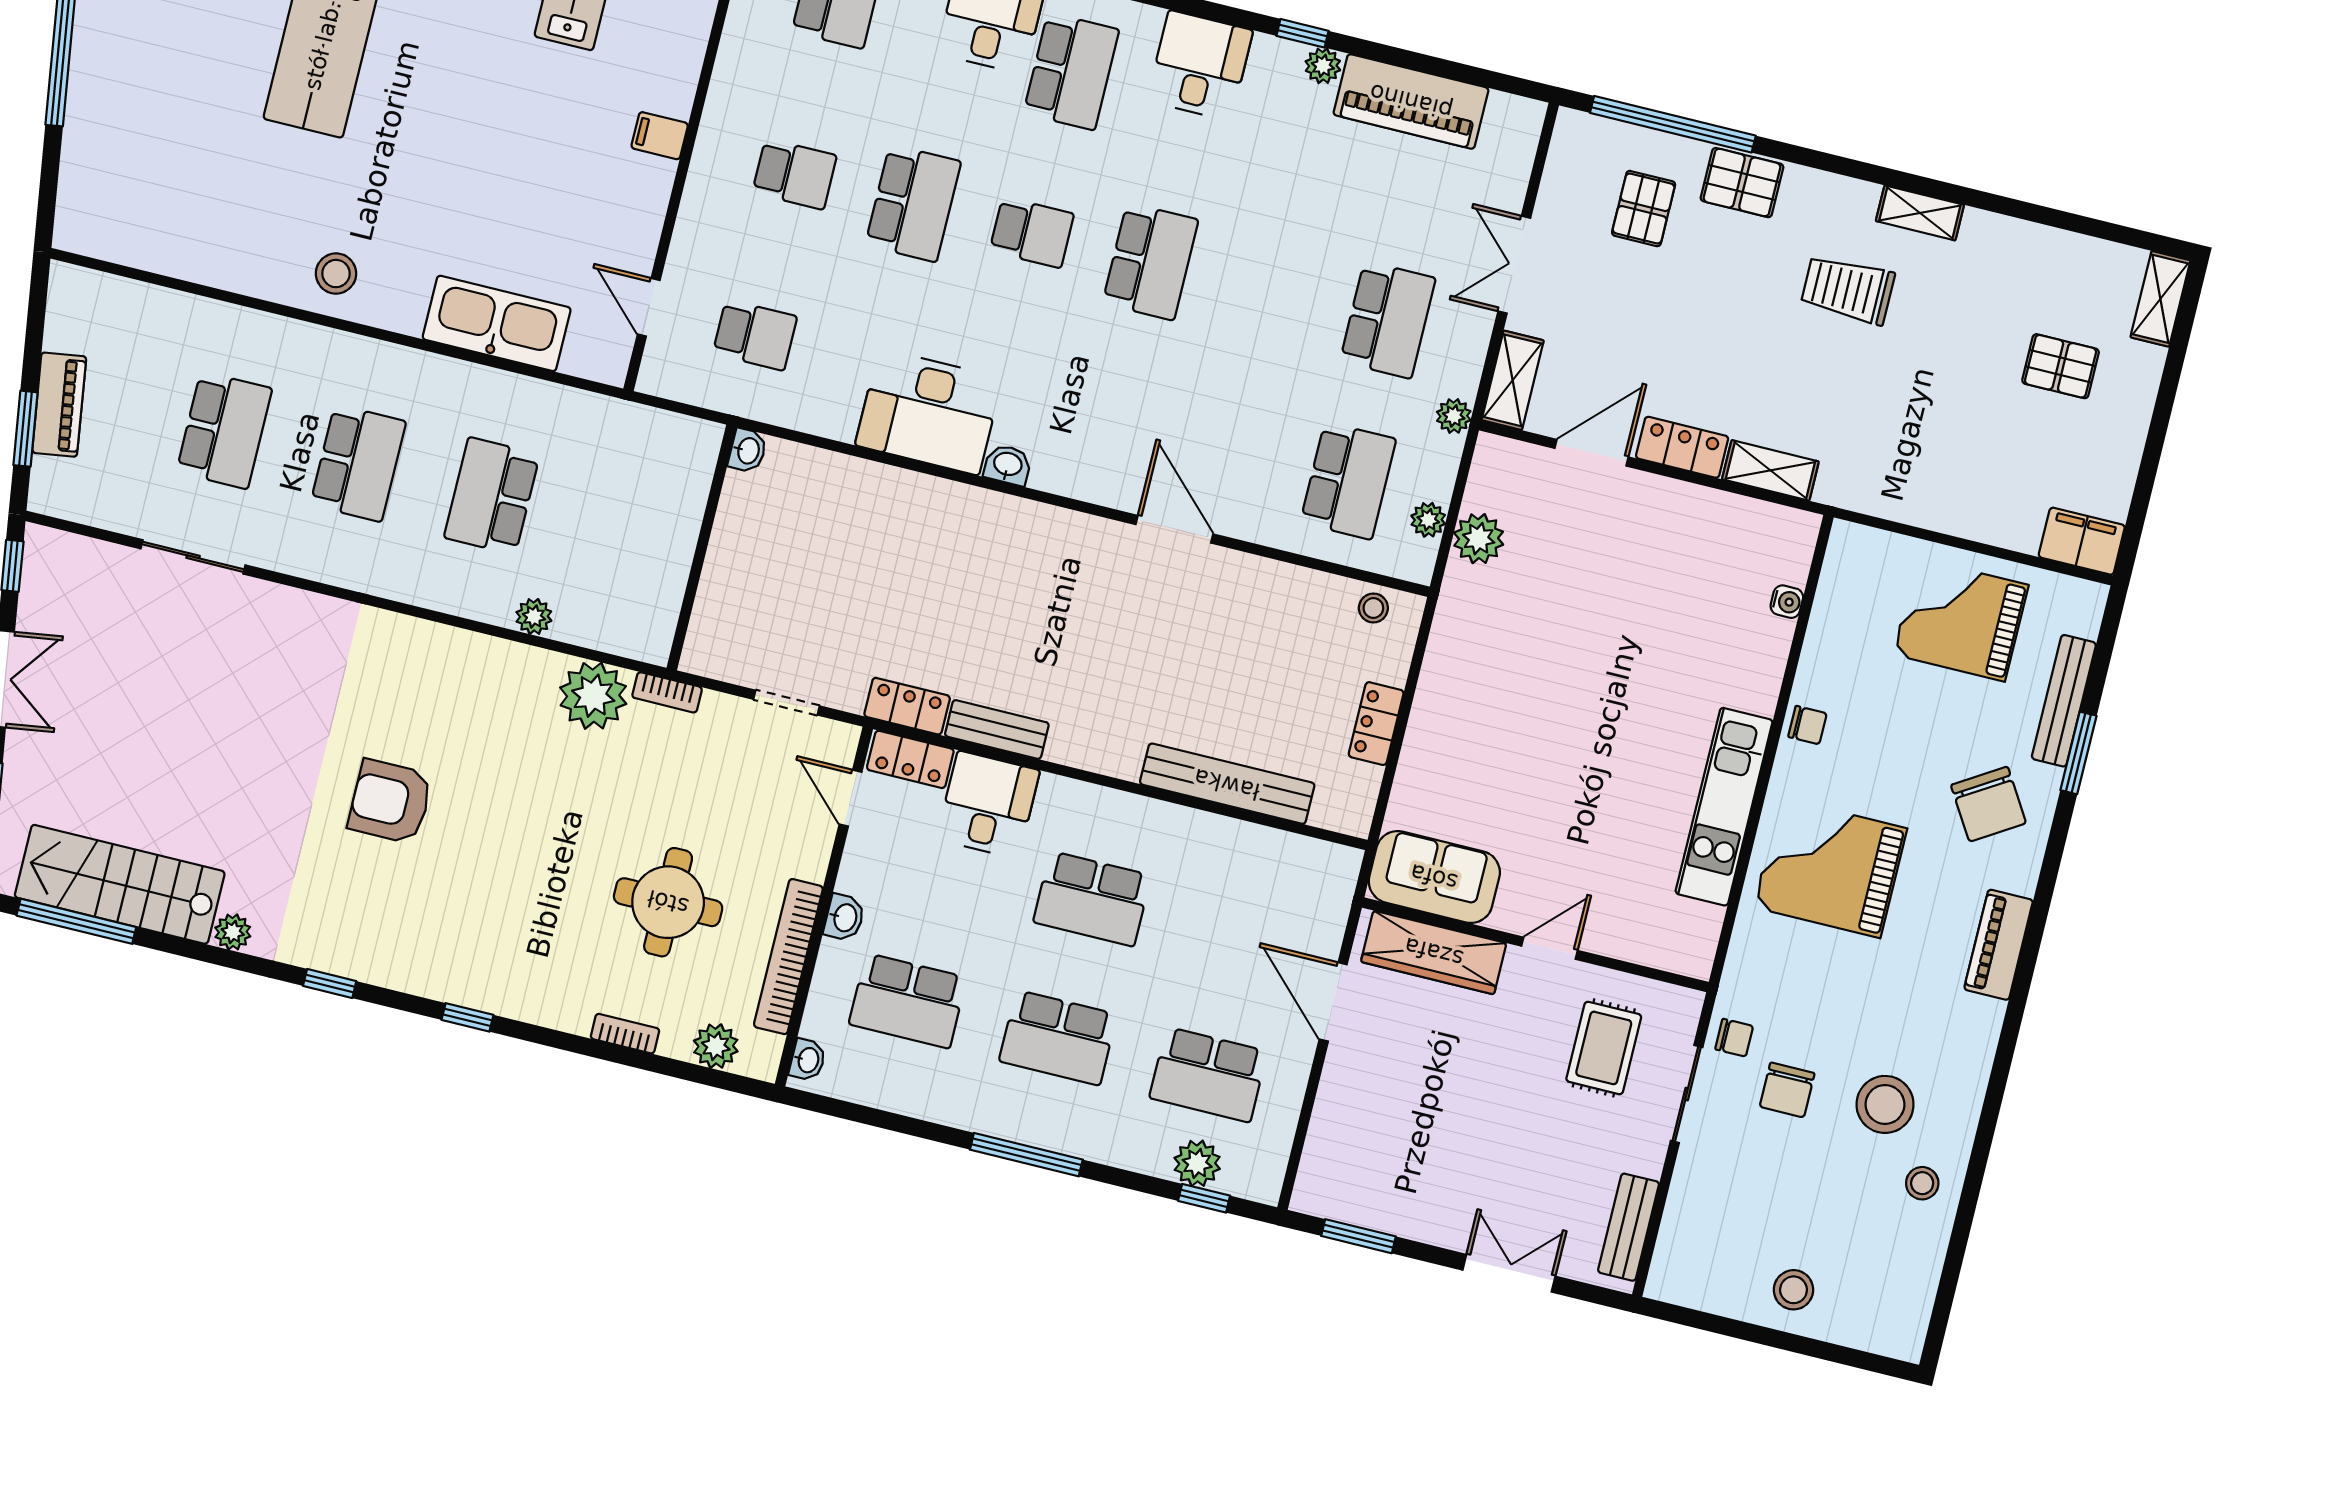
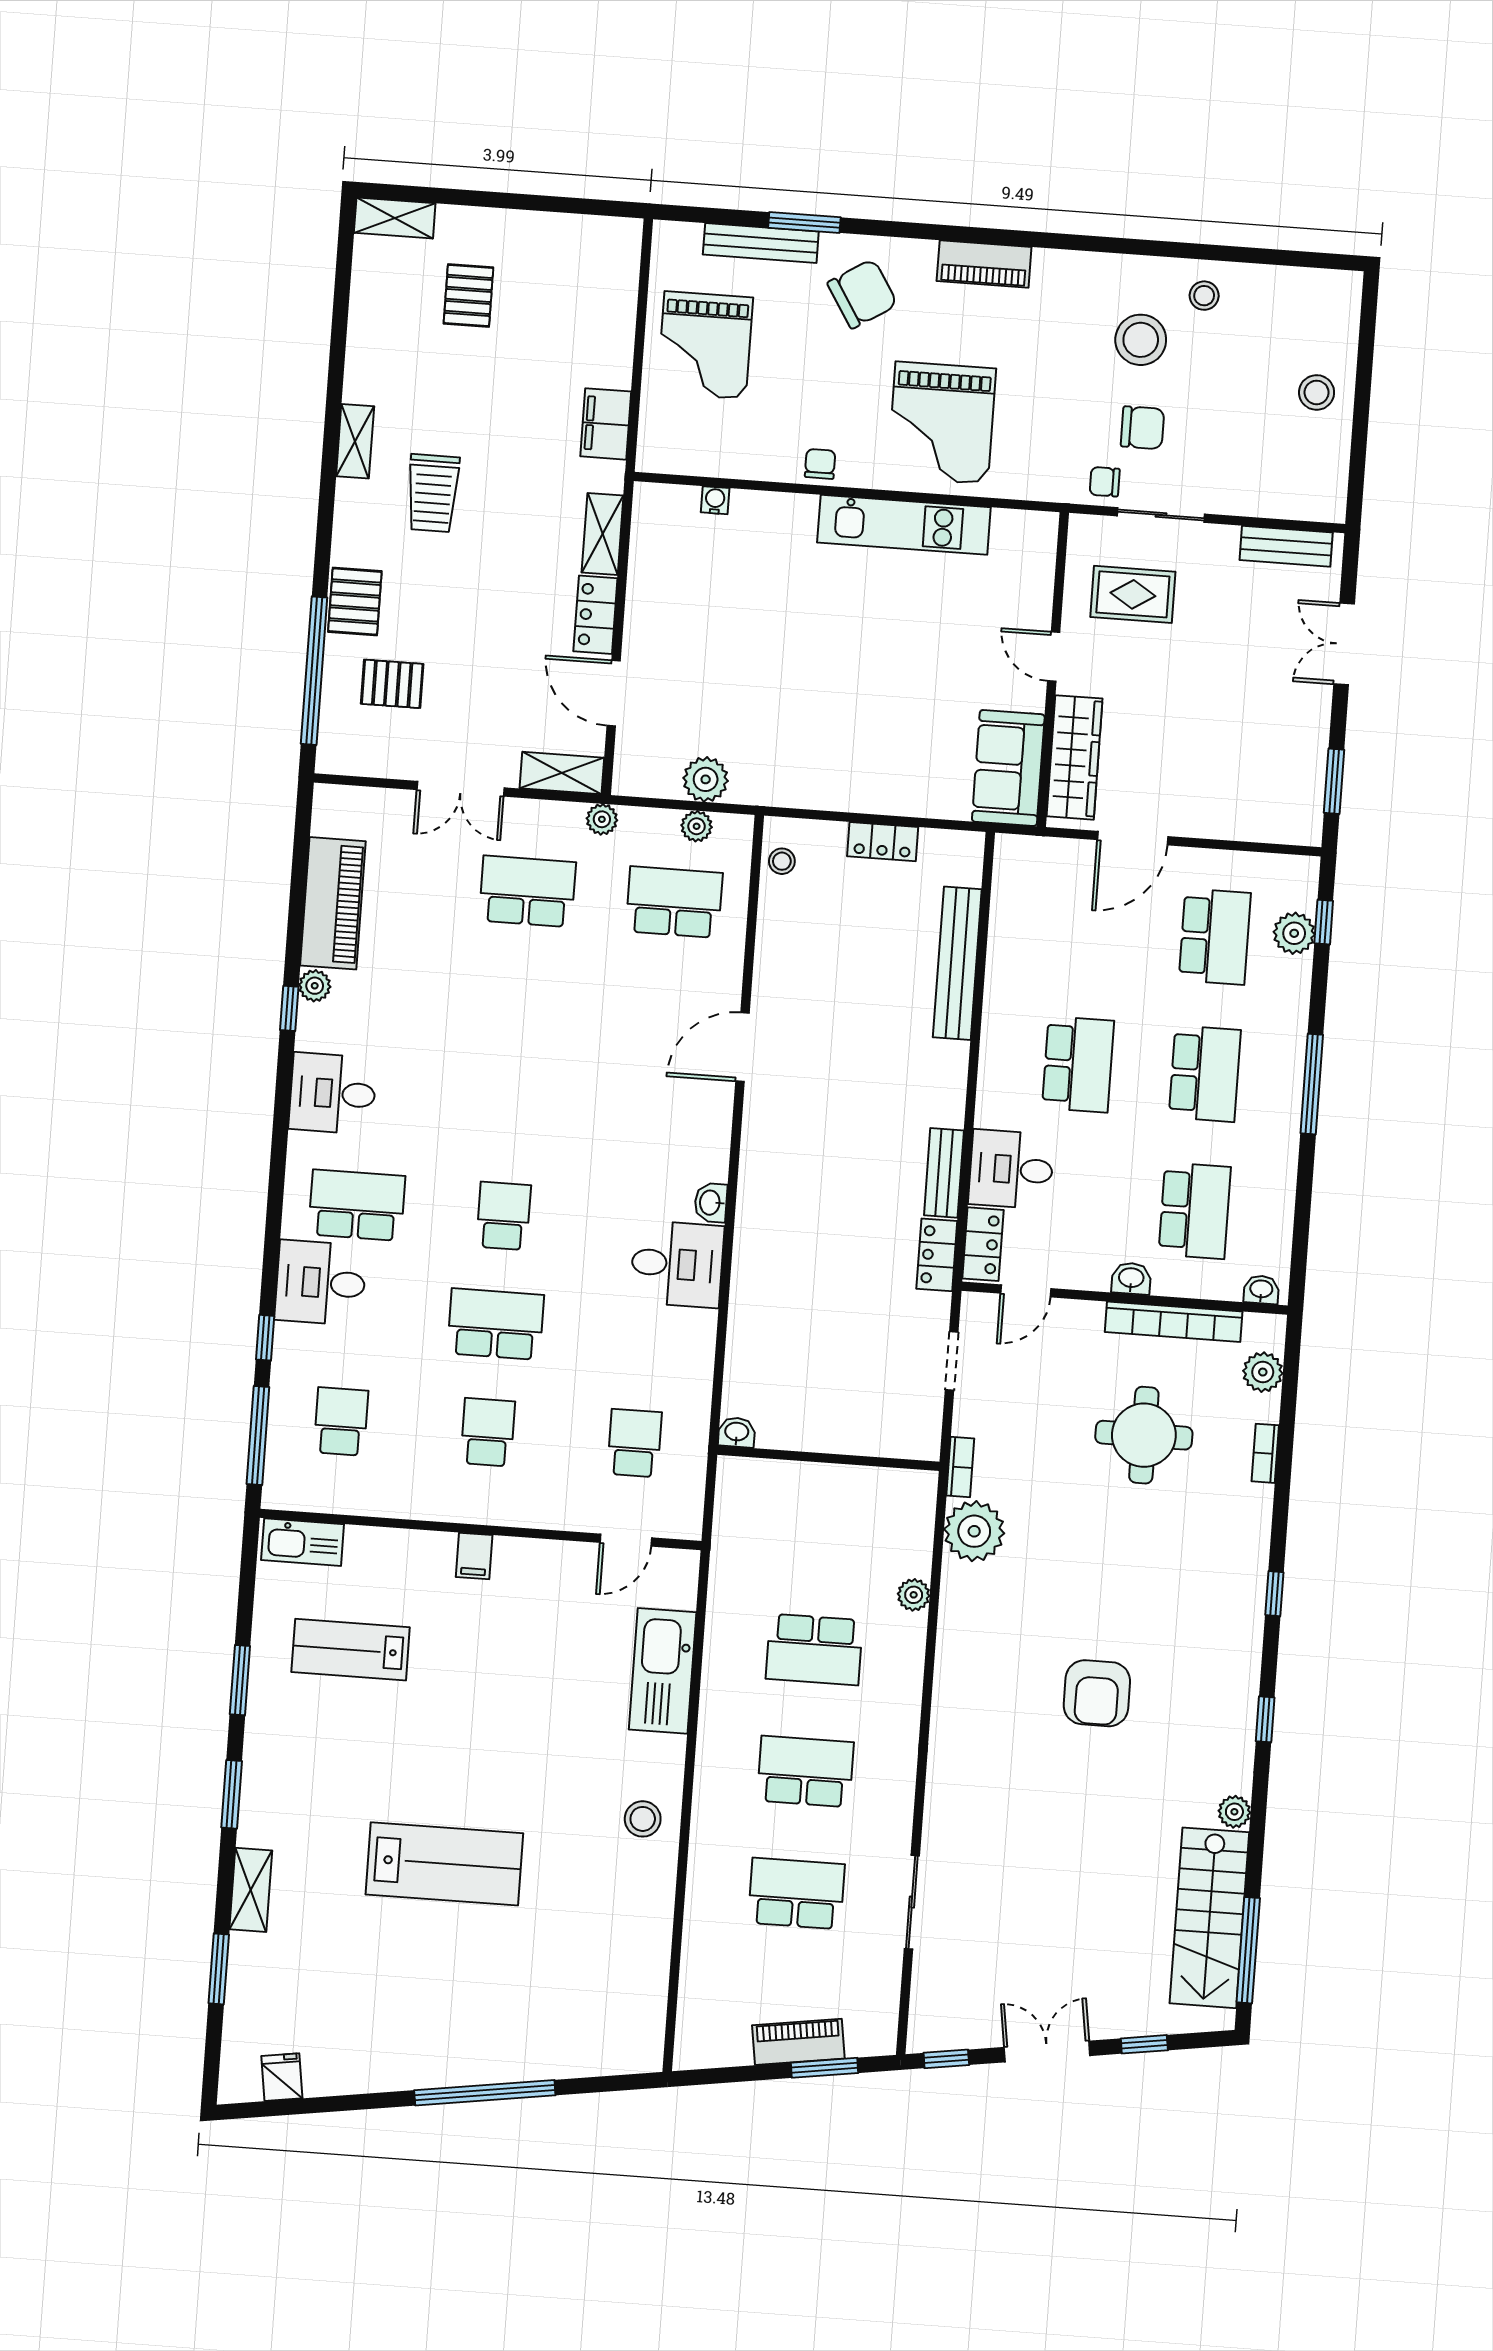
school desk: (1150, 261) -> (512, 1108), removed
desk: (929, 412) -> (677, 1264), width x0.73
filing cabinet: (2082, 541) -> (606, 424), moved
chair: (1734, 1038) -> (1105, 482), turned -90

